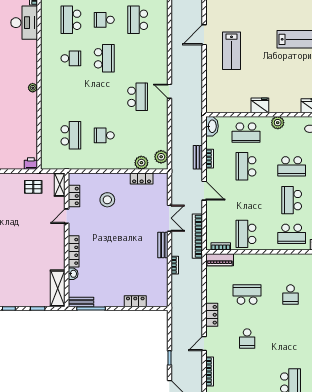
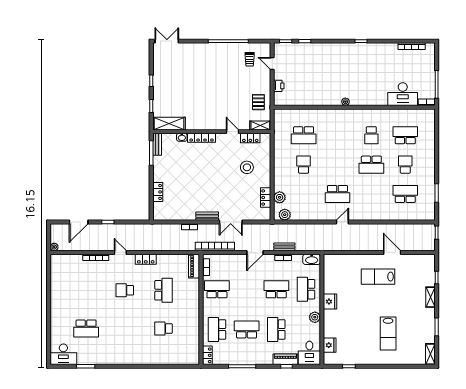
printer: (31, 164) -> (279, 86), moved

